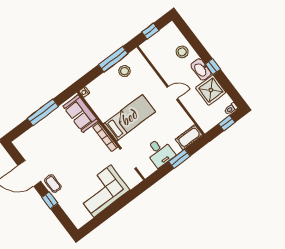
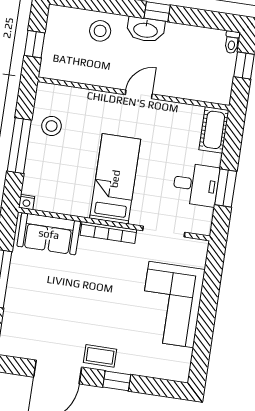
window: (113, 59) -> (19, 146), moved
shower: (211, 90) -> (183, 44), removed
window: (179, 159) -> (226, 188), moved

